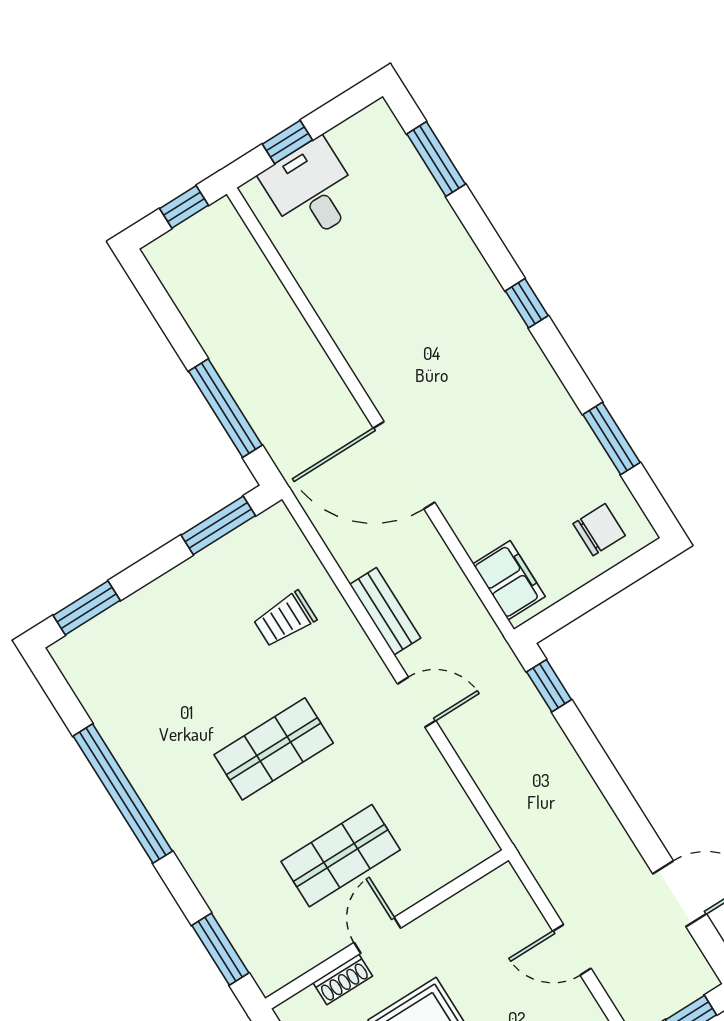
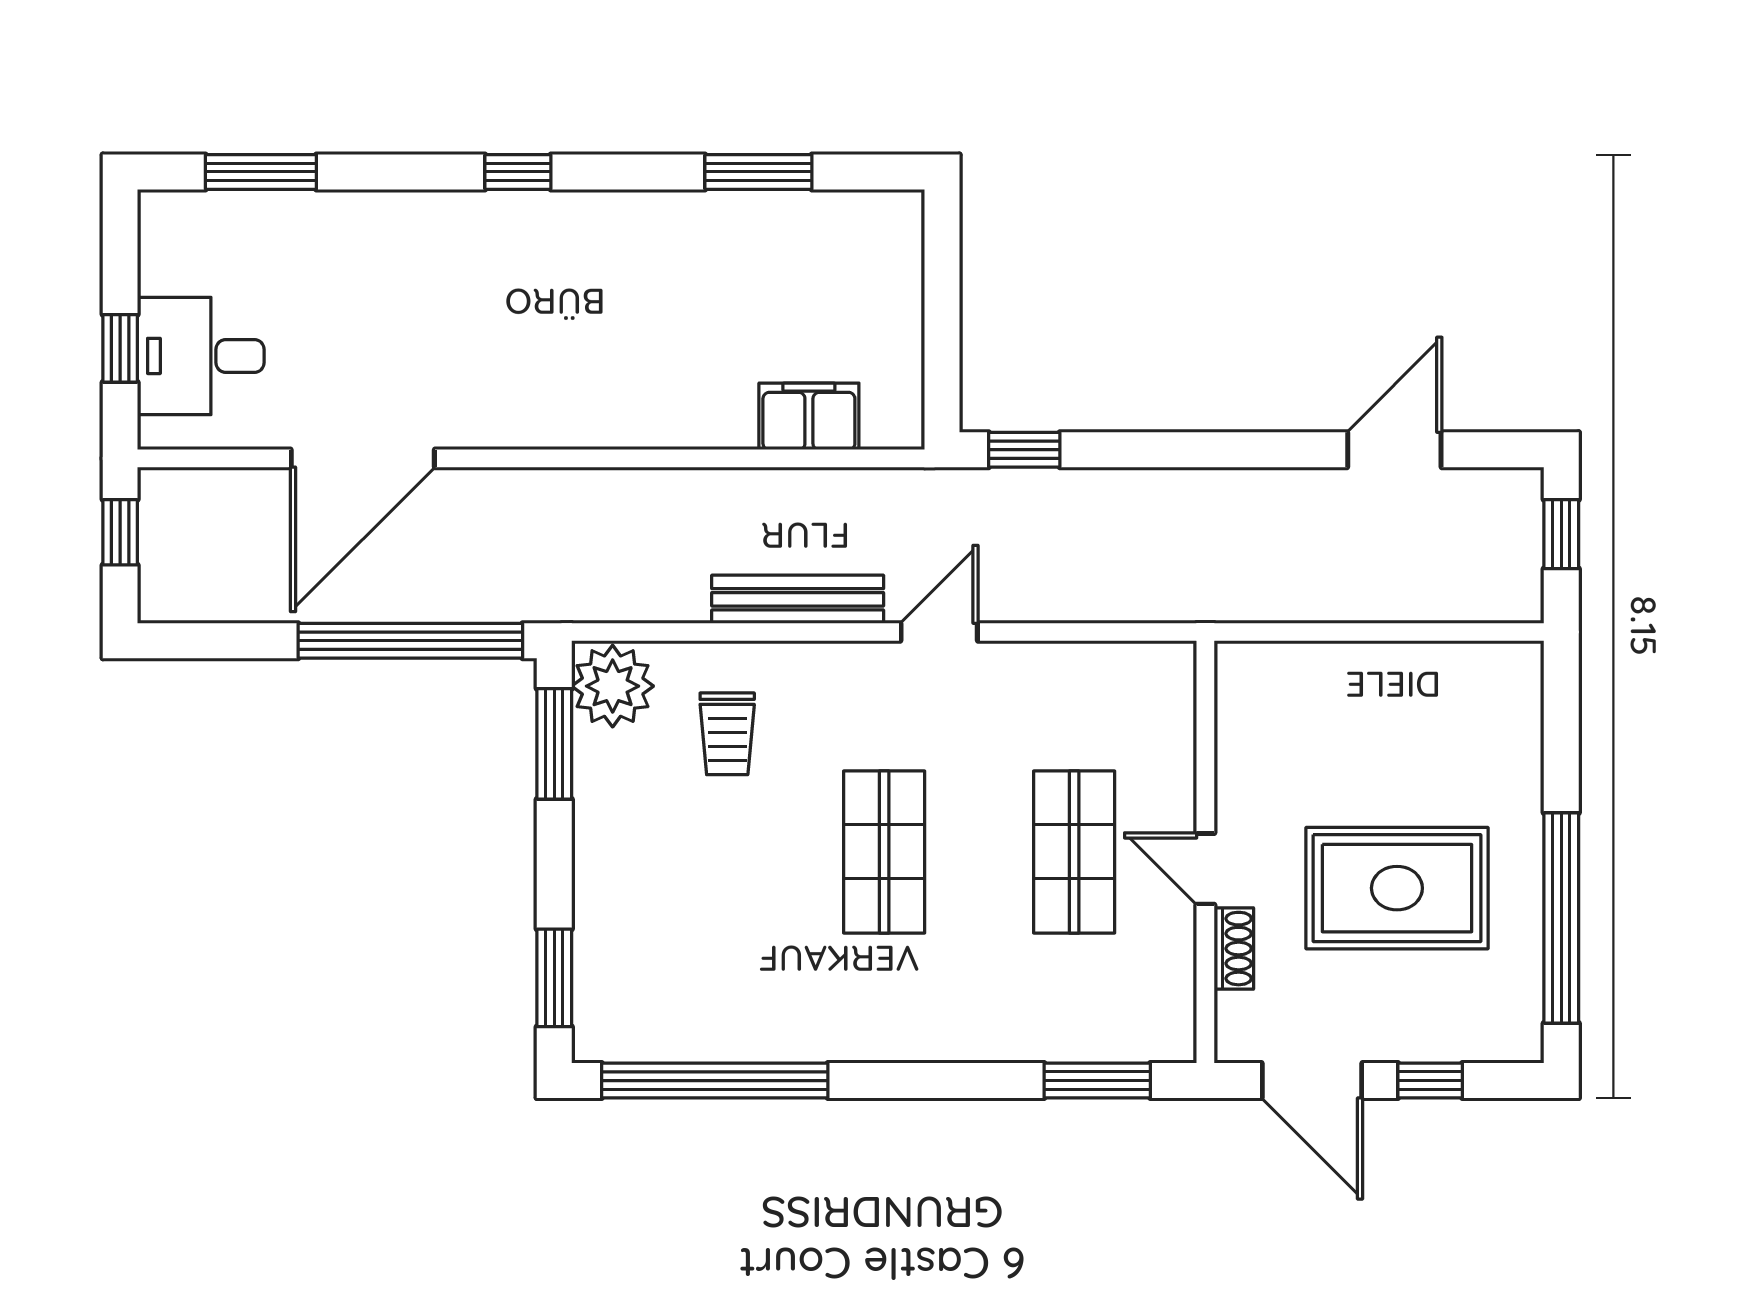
window: (225, 408) -> (410, 641), width x1.46
door: (404, 465) -> (363, 458), moved
chair: (599, 530) -> (865, 261), removed
plant: (271, 538) -> (613, 686), added
filing cabinet: (509, 580) -> (809, 416), moved
bench: (385, 611) -> (798, 599), width x1.36
window: (123, 794) -> (715, 1081), moved
door: (572, 950) -> (1380, 632), removed

